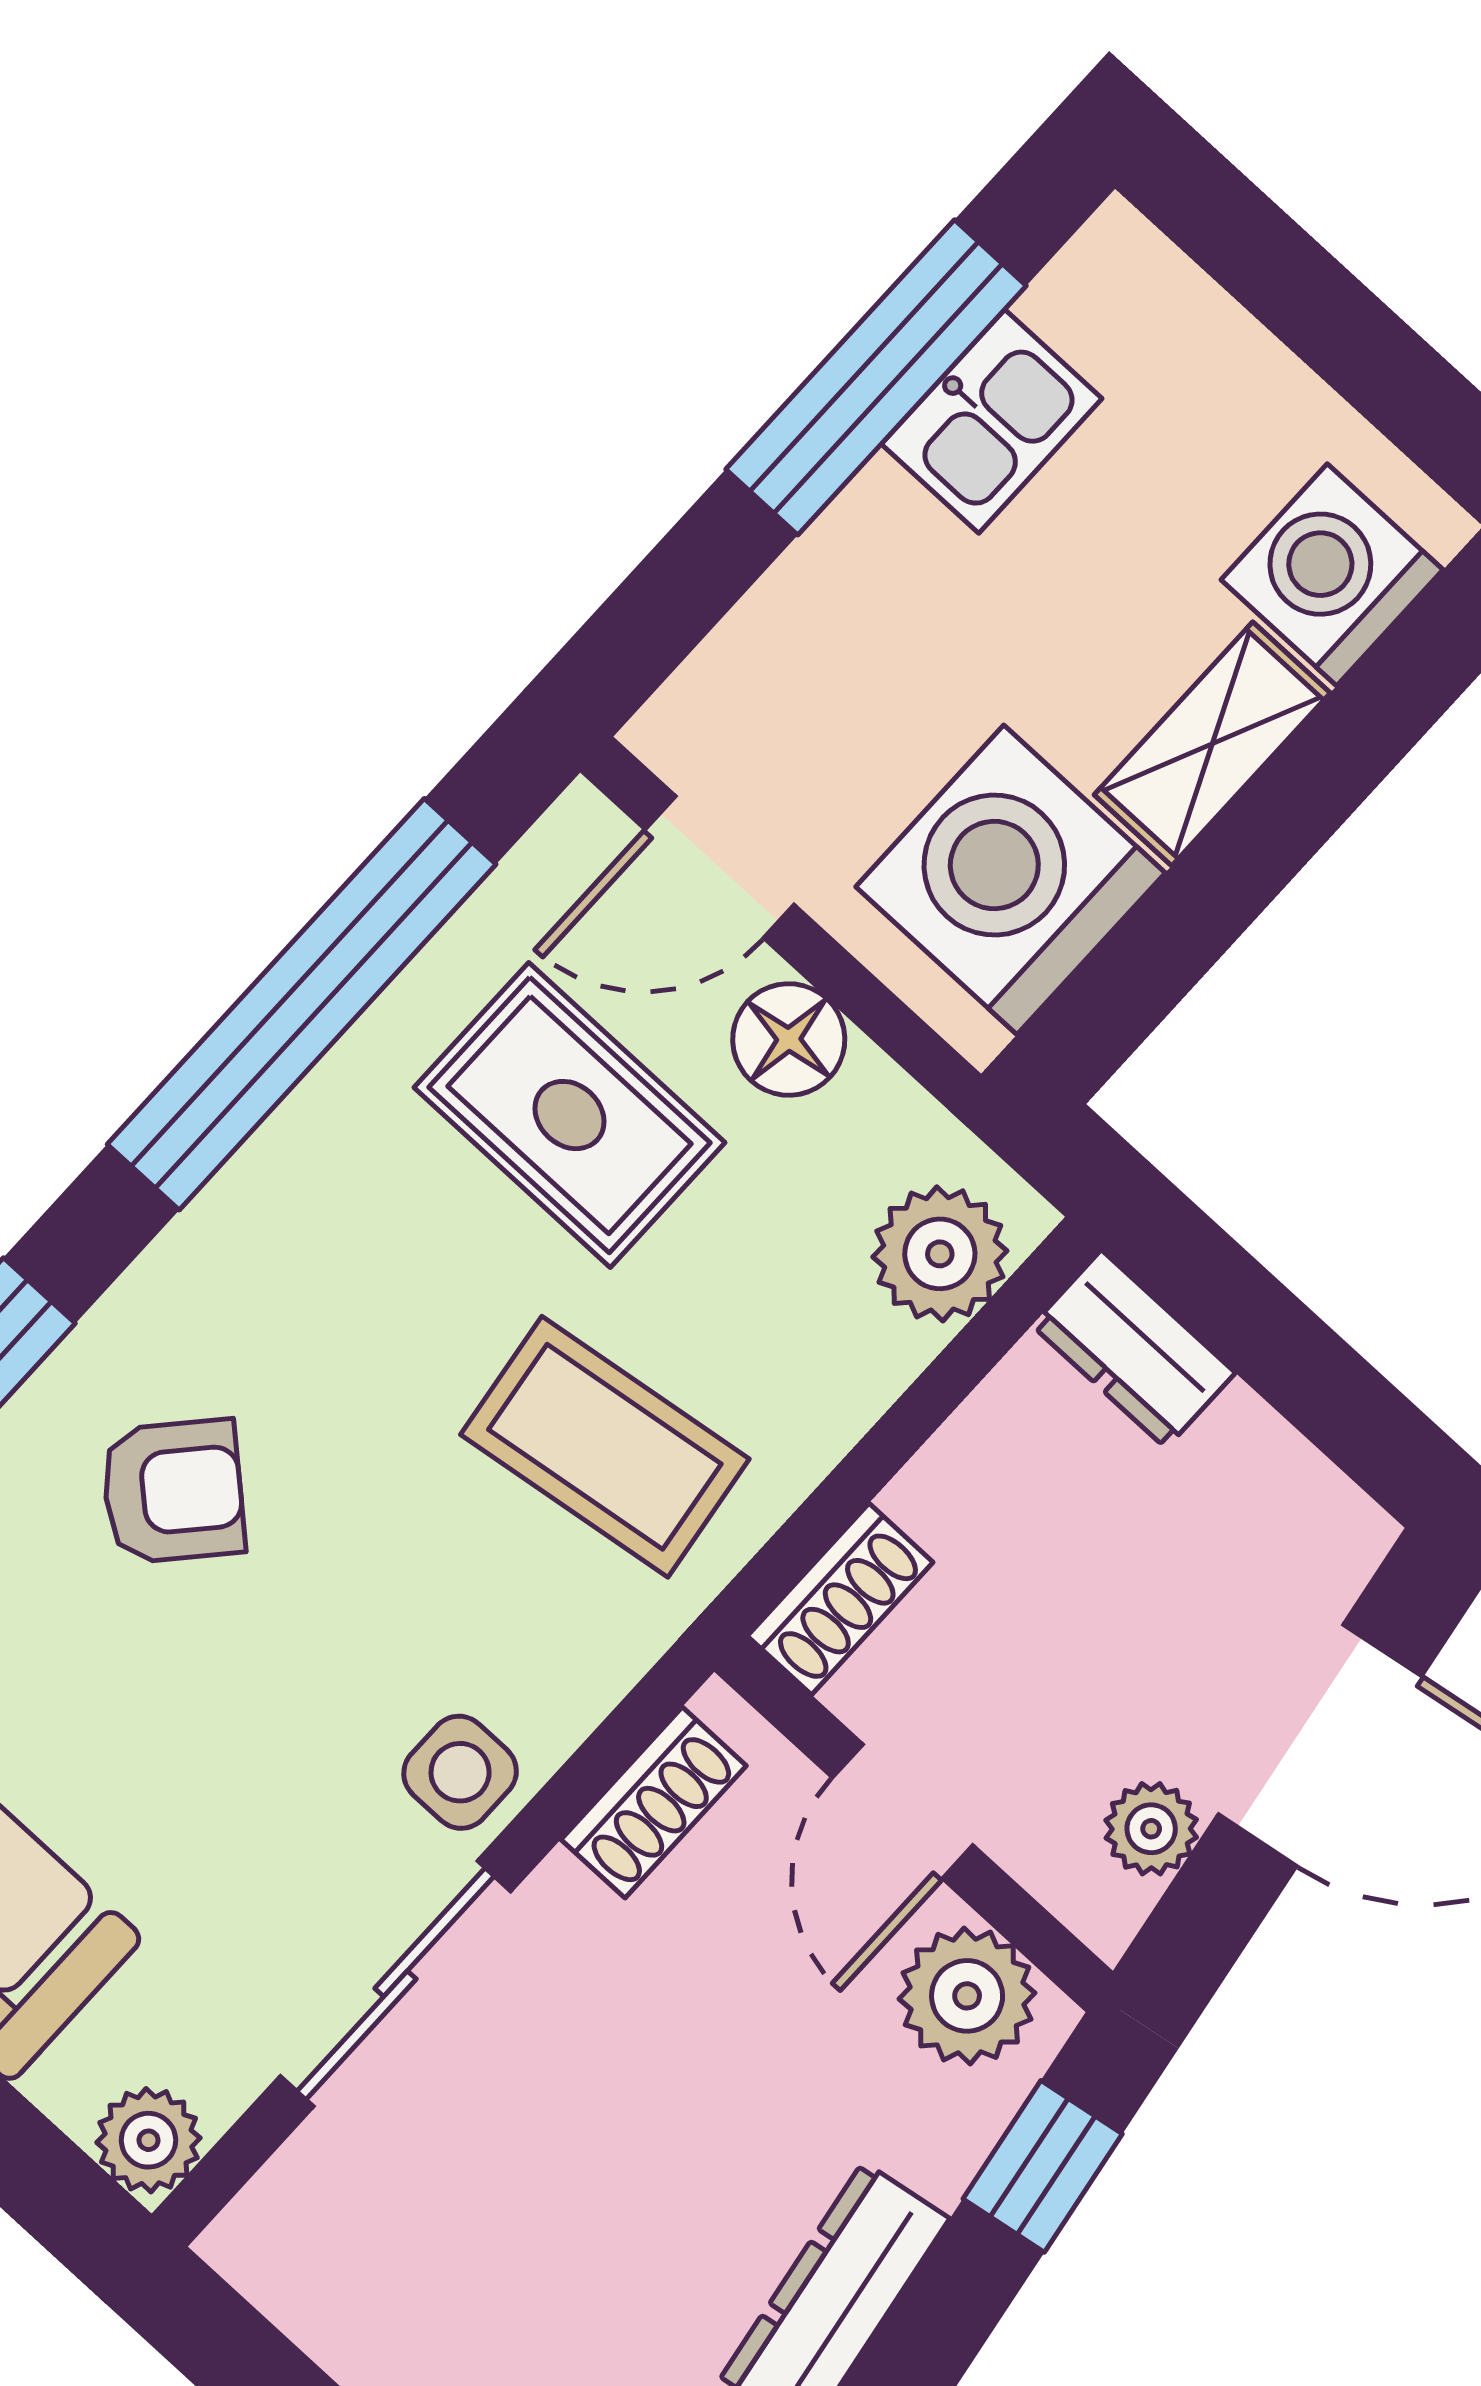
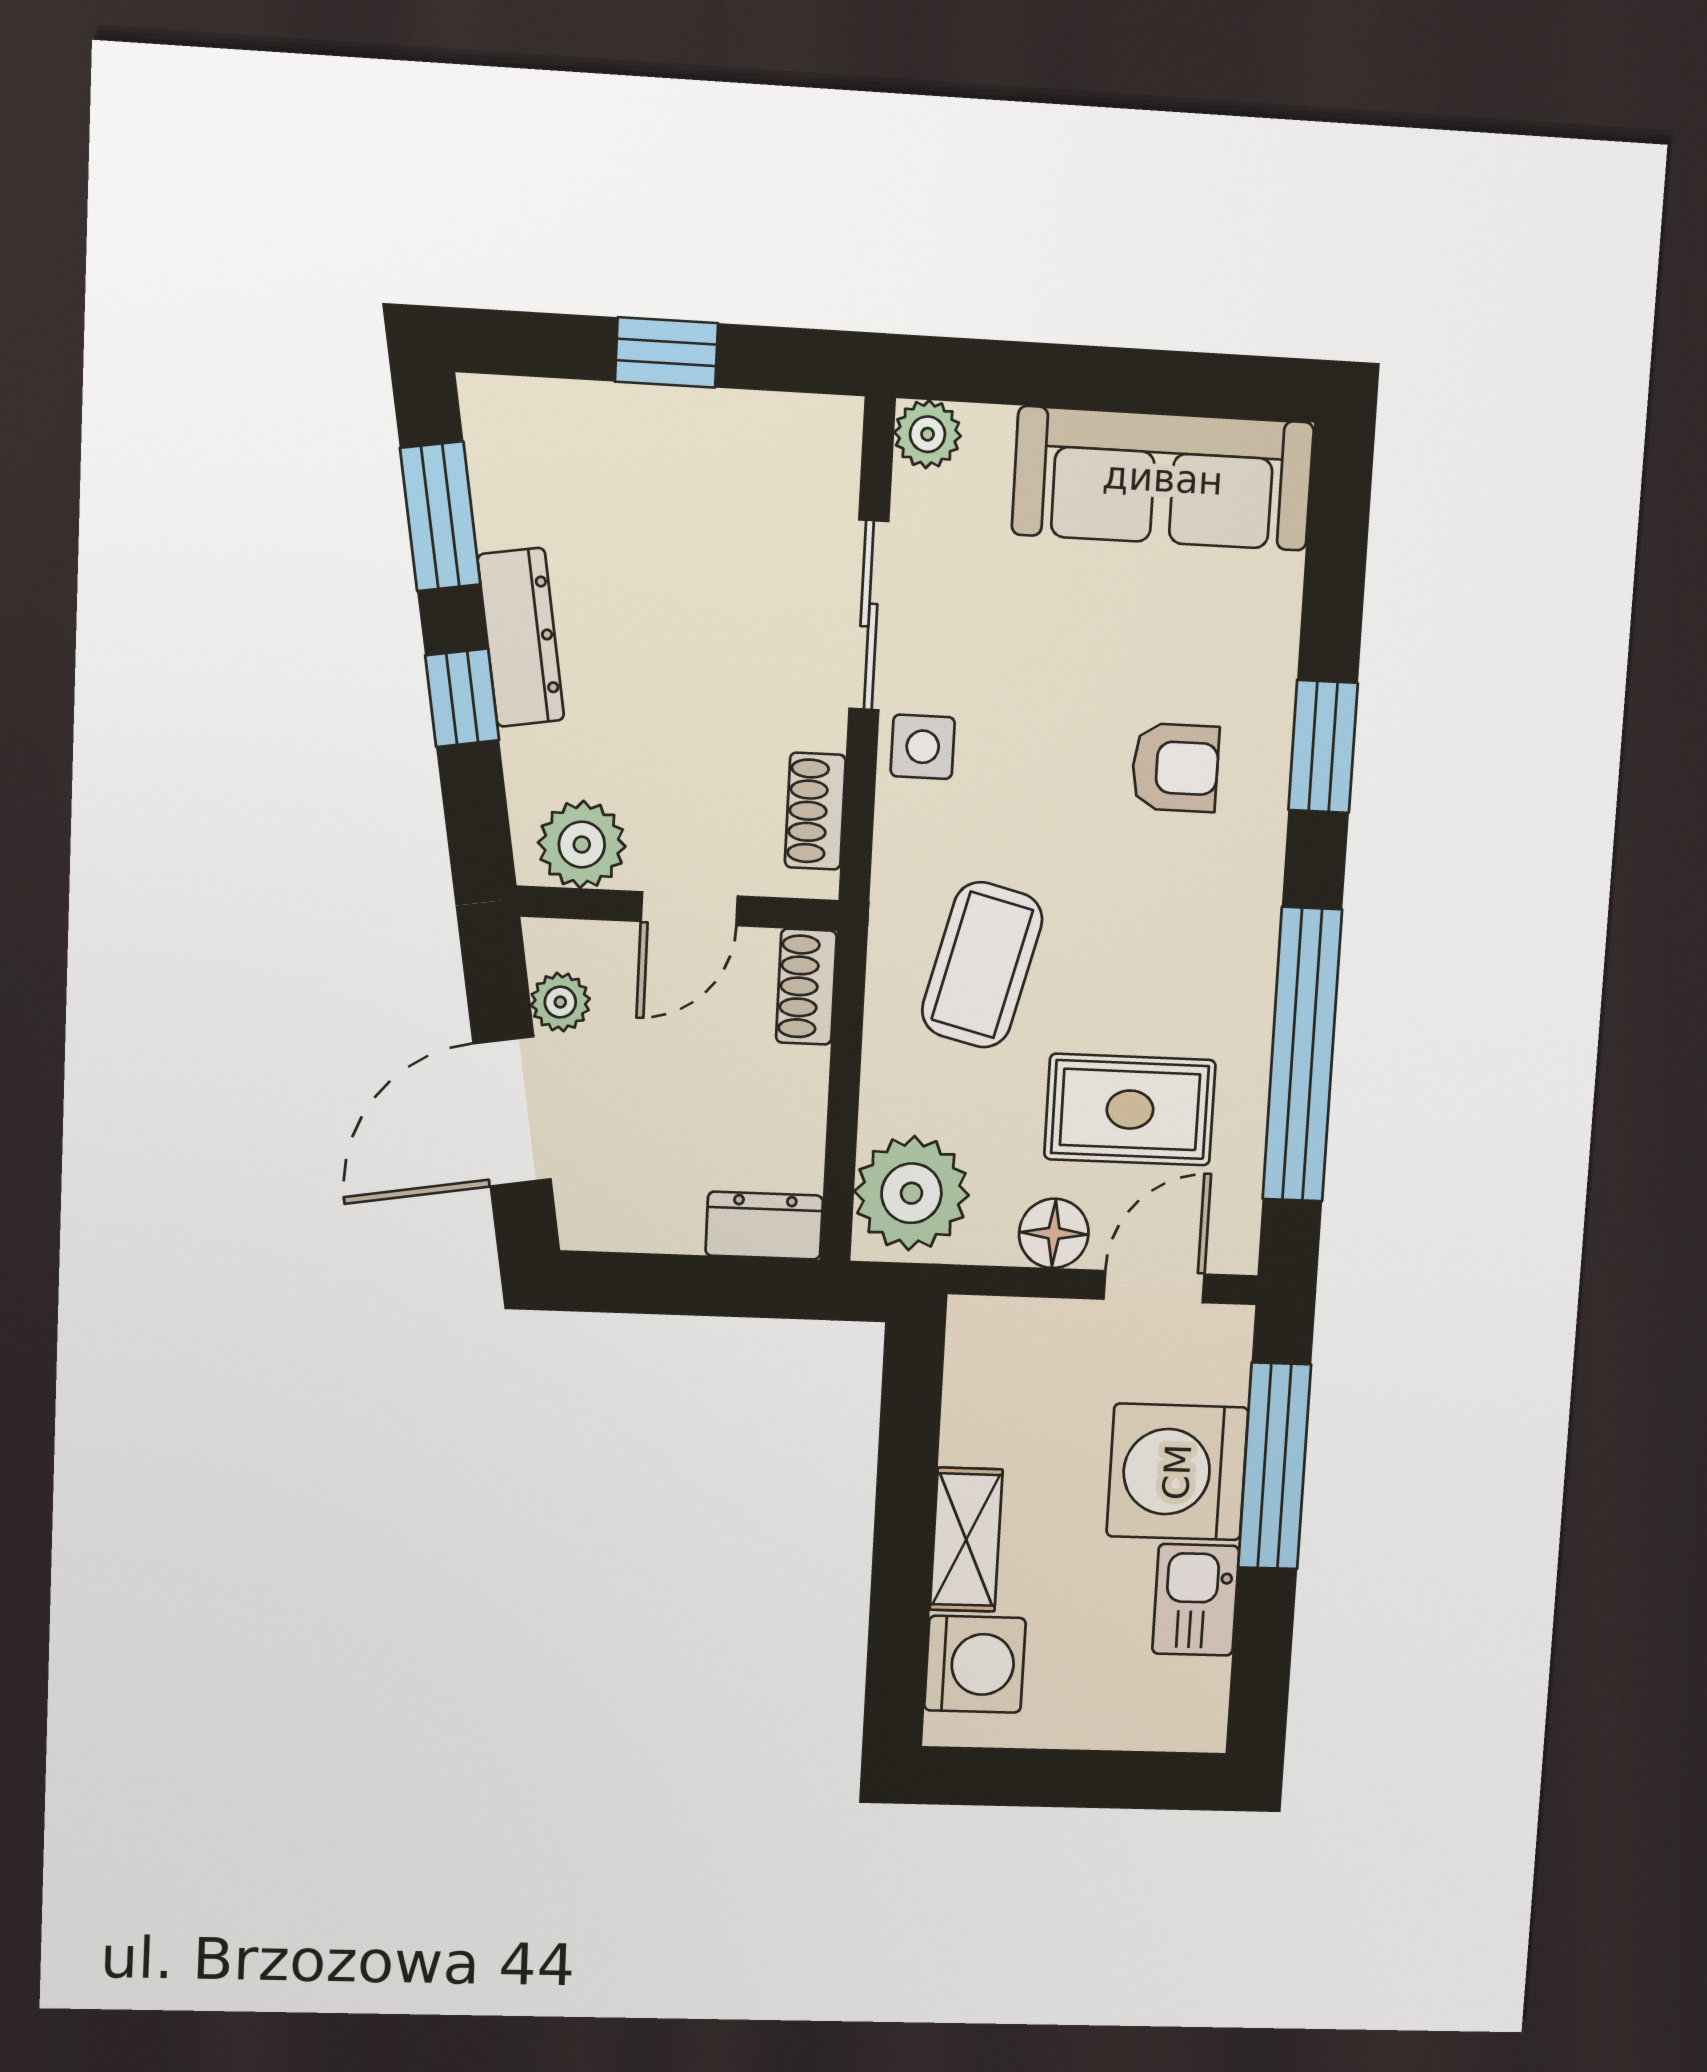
window: (876, 377) -> (1274, 1466), moved
washing machine: (1010, 880) -> (1177, 1472), moved, turned 180
plant: (940, 1254) -> (912, 1193), width x1.36, depth x1.36
coffee table: (605, 1447) -> (982, 965), turned -68
armchair: (173, 1491) -> (1175, 768), turned -132
door: (903, 1811) -> (689, 909), swing flipped
window: (1043, 2166) -> (462, 698), moved

